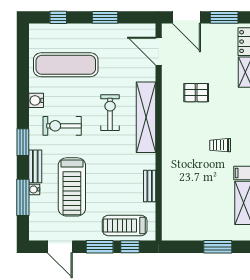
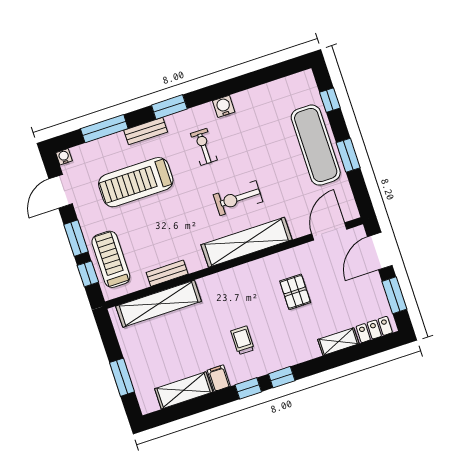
exercise mat: (66, 65) -> (316, 145), moved
exercise bike: (110, 113) -> (238, 198), turned 180
exercise bike: (62, 126) -> (204, 147), width x0.73, depth x0.72
water cooler: (34, 189) -> (64, 157), moved
shelving: (171, 200) -> (159, 304), added

